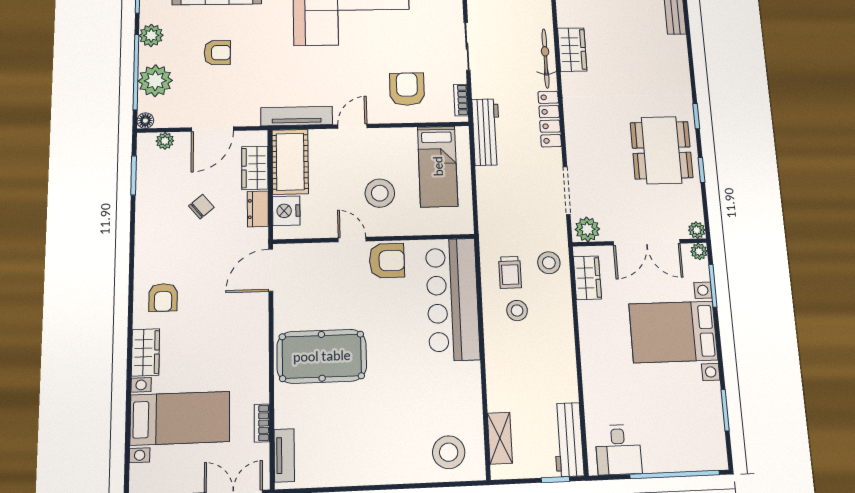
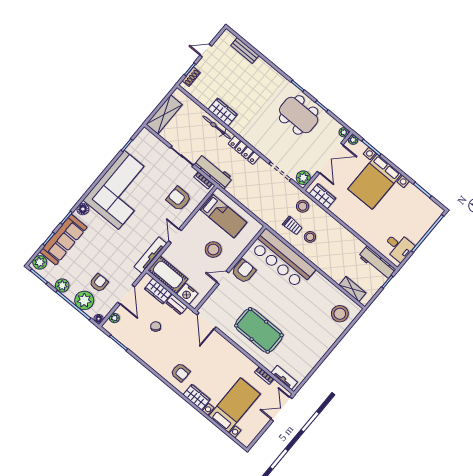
armchair: (217, 53) -> (99, 283), moved
workbench: (486, 132) -> (213, 171), moved
pool table: (322, 356) -> (259, 330), turned 90

